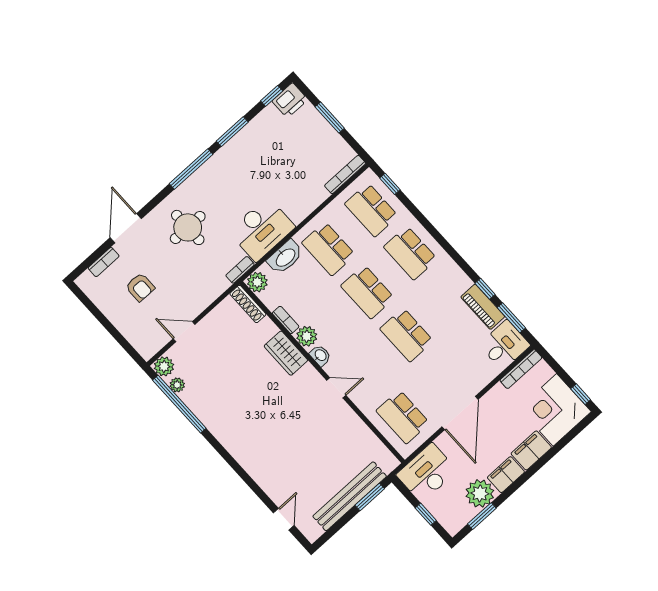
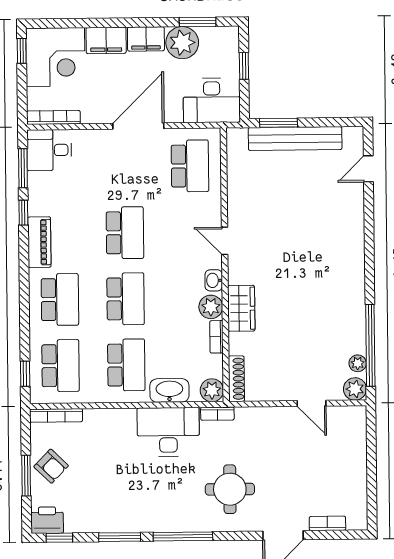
armchair: (140, 287) -> (51, 466), moved, turned 134
piano: (483, 307) -> (39, 242), moved

